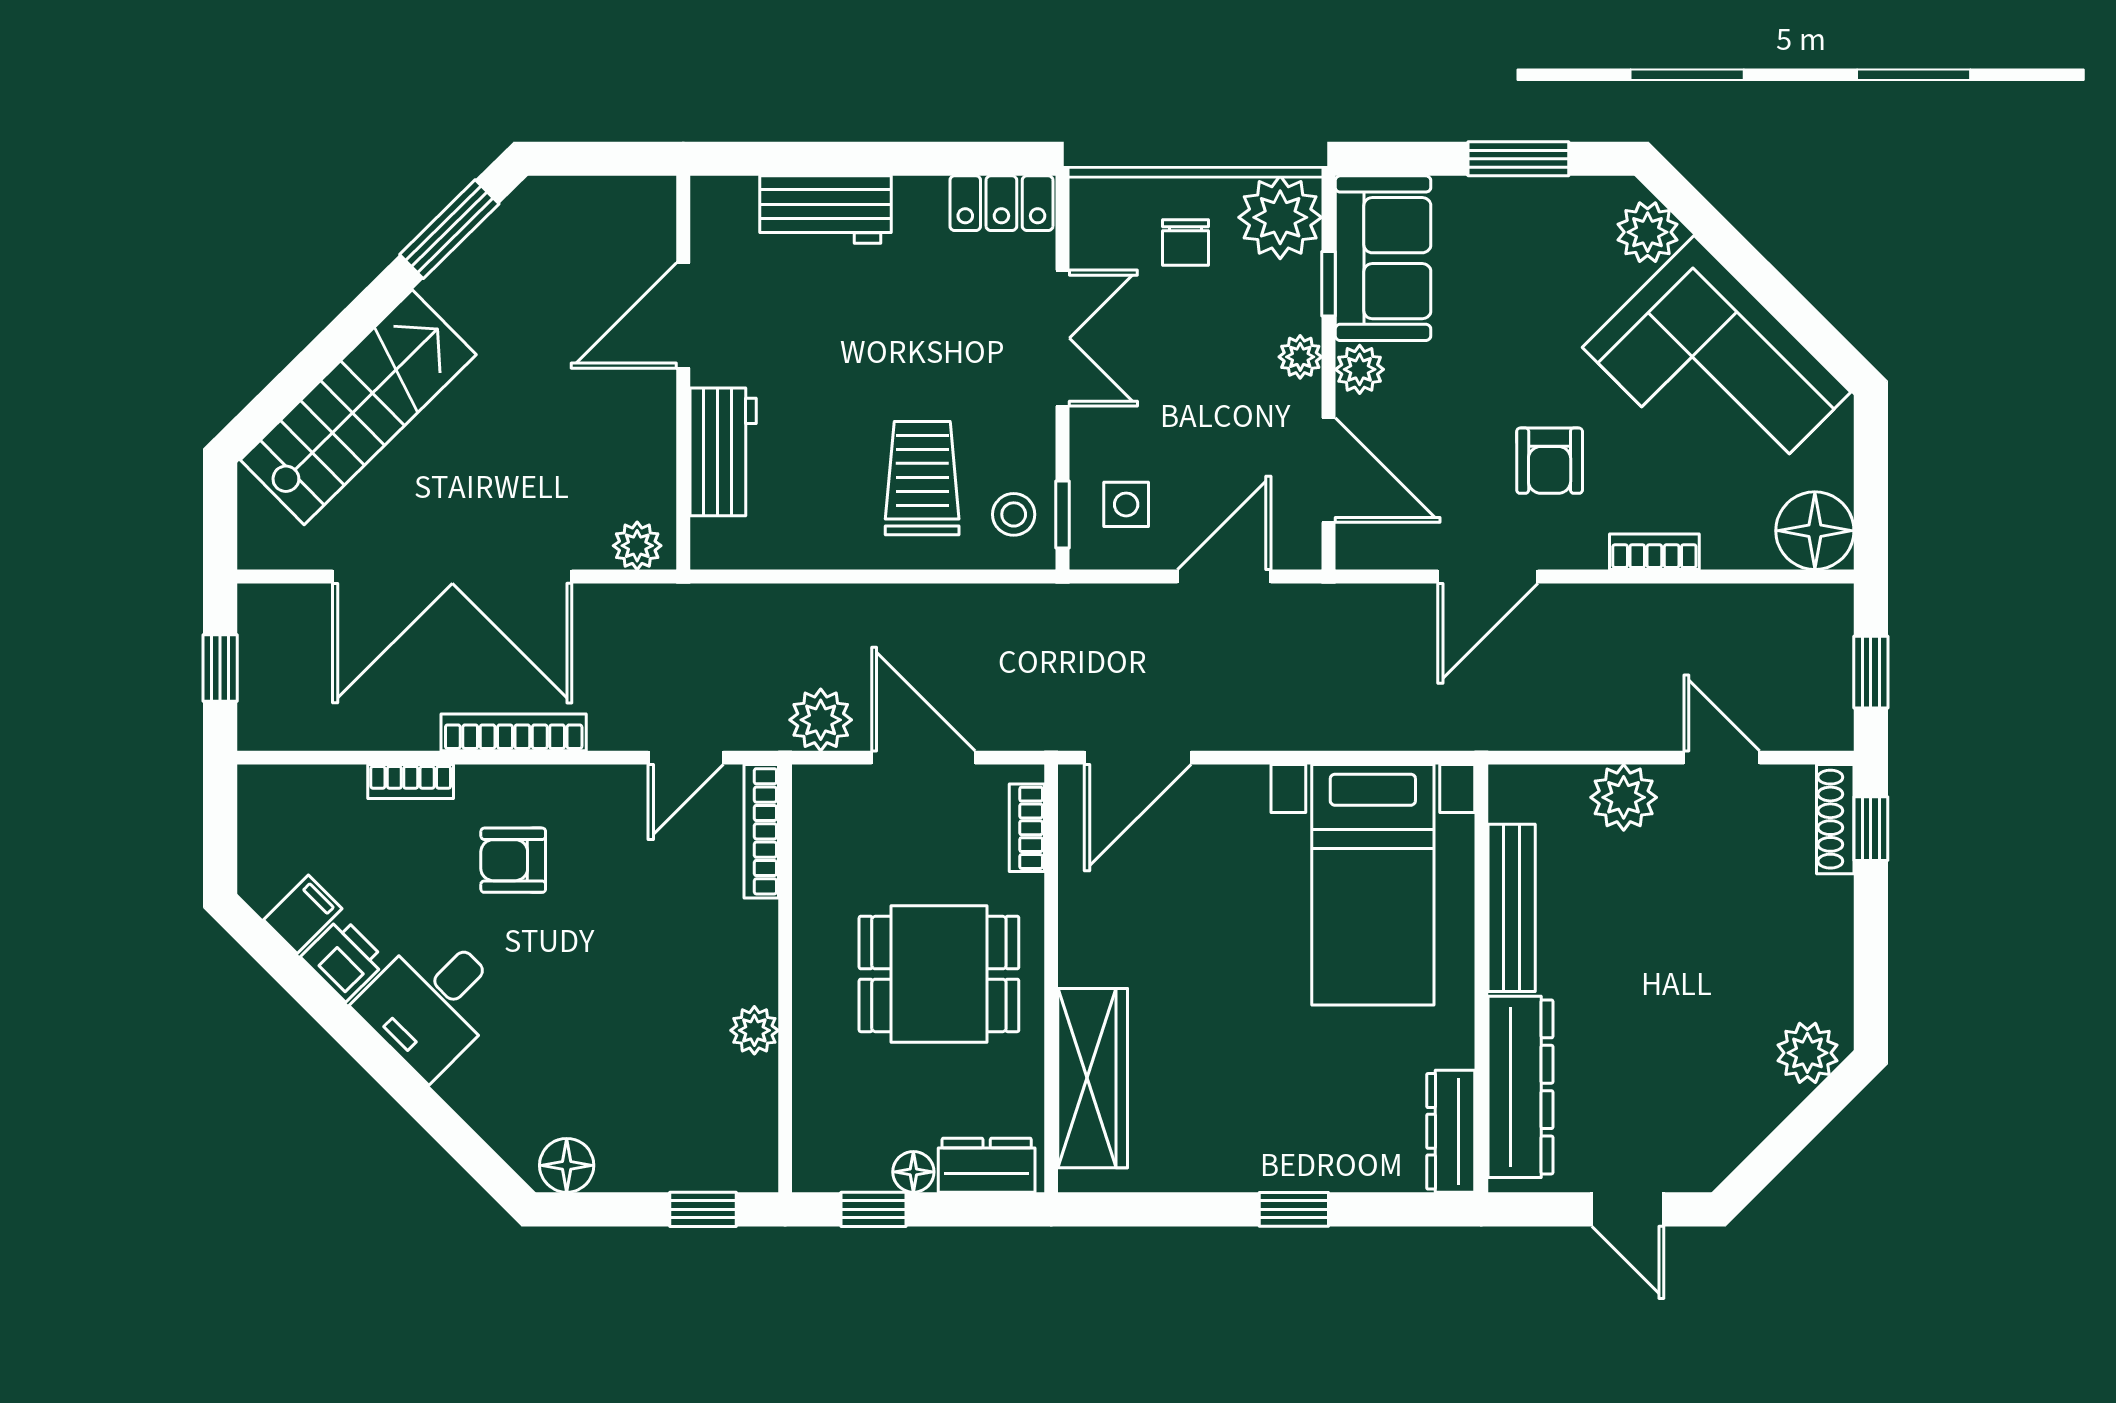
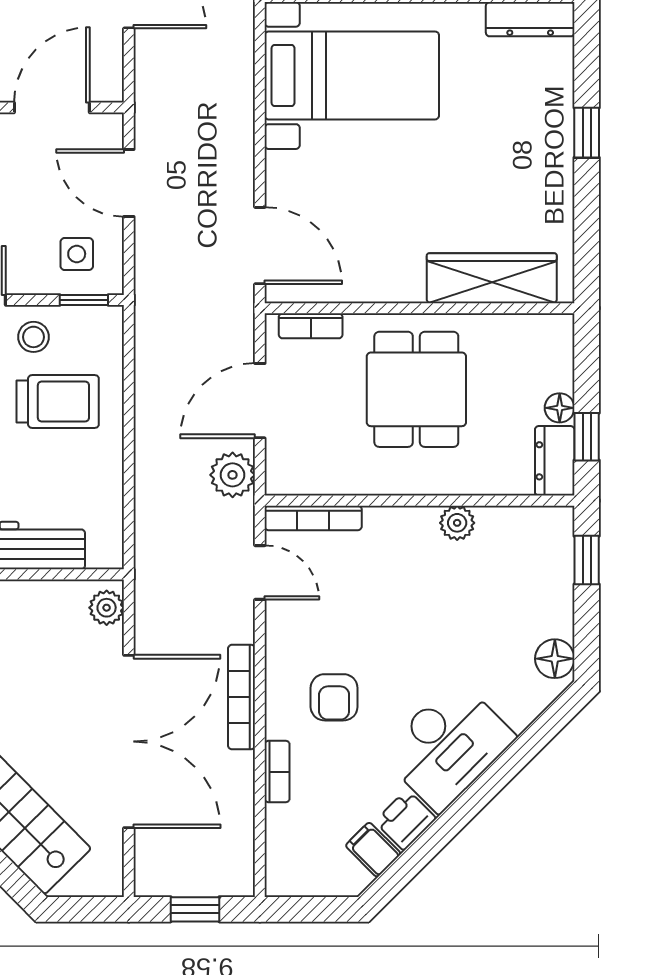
trolley: (922, 478) -> (58, 402), turned 180
stool: (1014, 514) -> (34, 337), moved
desk: (432, 1002) -> (448, 745), width x1.37
dresser: (987, 1165) -> (555, 461), moved

